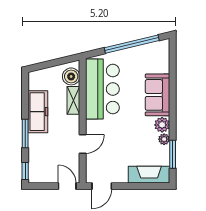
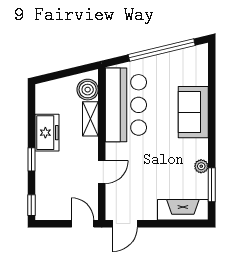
freezer: (38, 112) -> (47, 133), width x0.71
plant: (162, 125) -> (199, 149), removed
window: (25, 134) -> (31, 159), width x0.67

